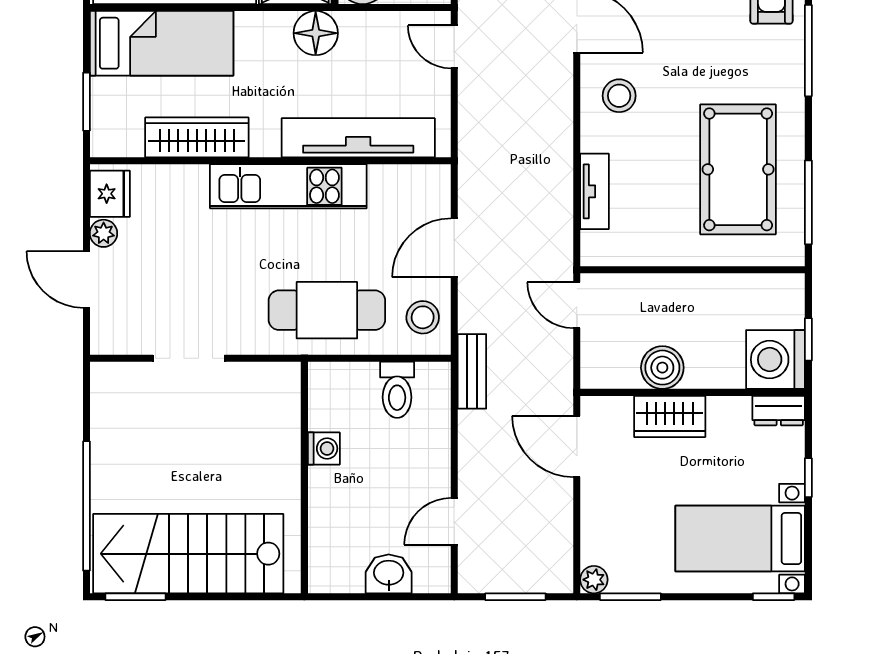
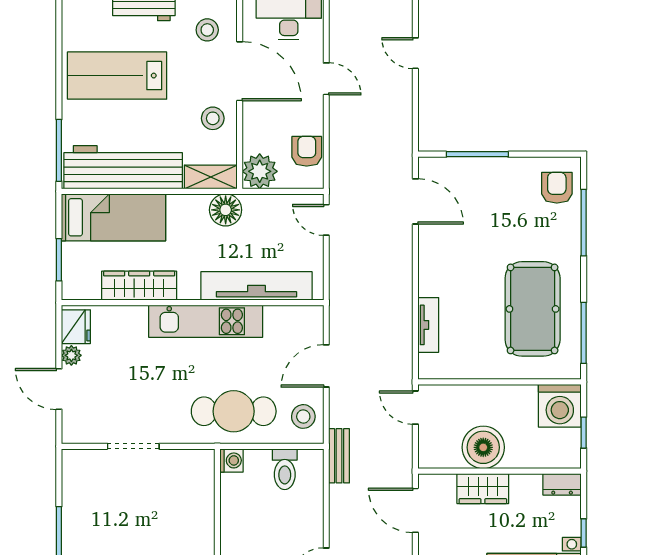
stool: (619, 96) -> (446, 255), removed
washing machine: (776, 360) -> (560, 406), moved, turned -90
boiler: (662, 368) -> (483, 447), width x1.37, depth x1.37
washing machine: (324, 448) -> (231, 460), moved

